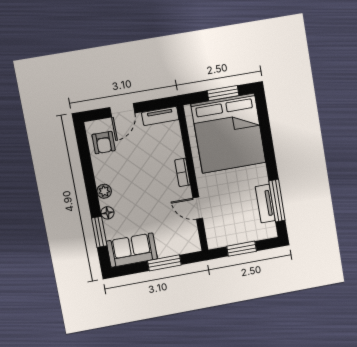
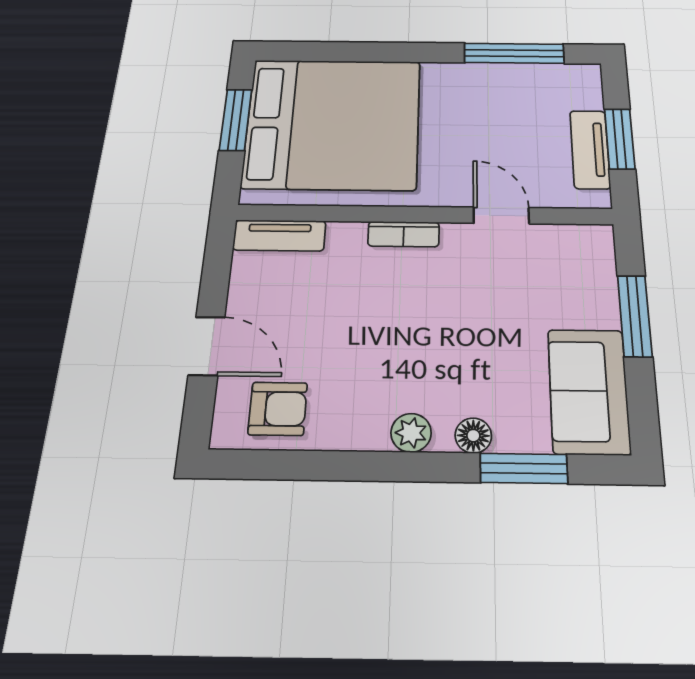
tv unit: (160, 116) -> (279, 235), moved, turned 90
tv unit: (265, 204) -> (590, 149), moved, turned 90
door: (198, 208) -> (501, 215), swing flipped

